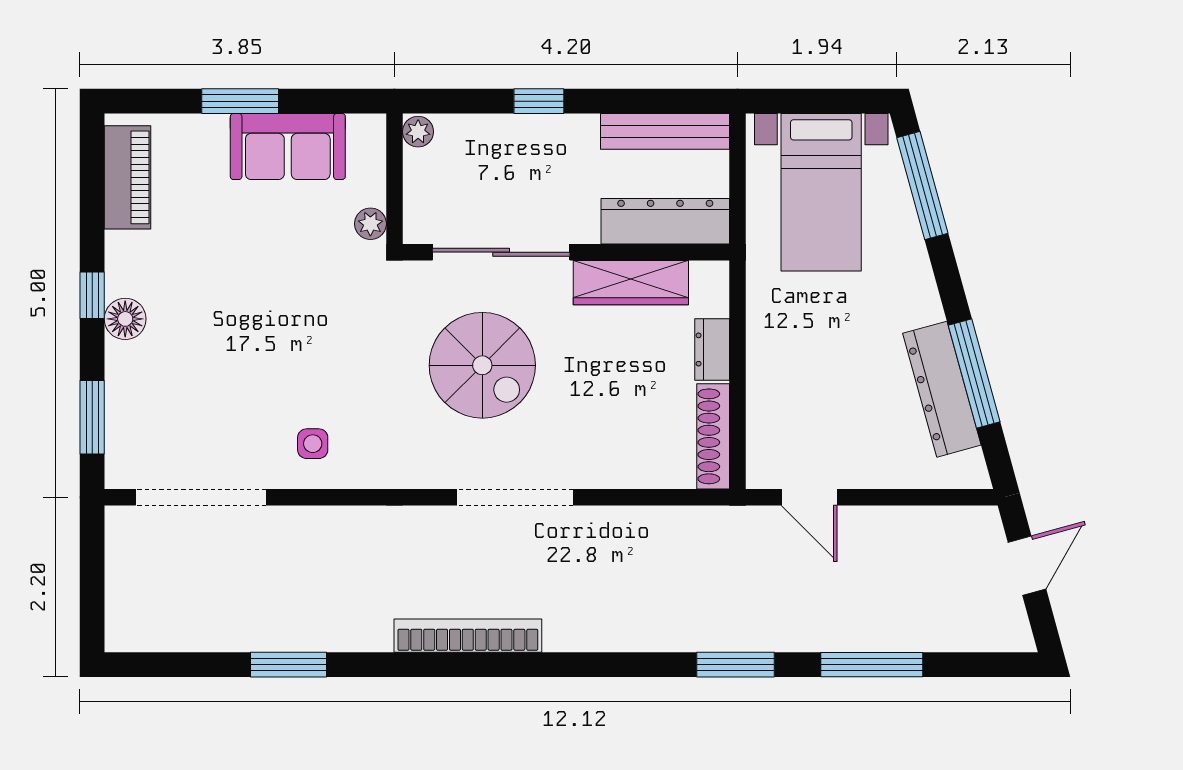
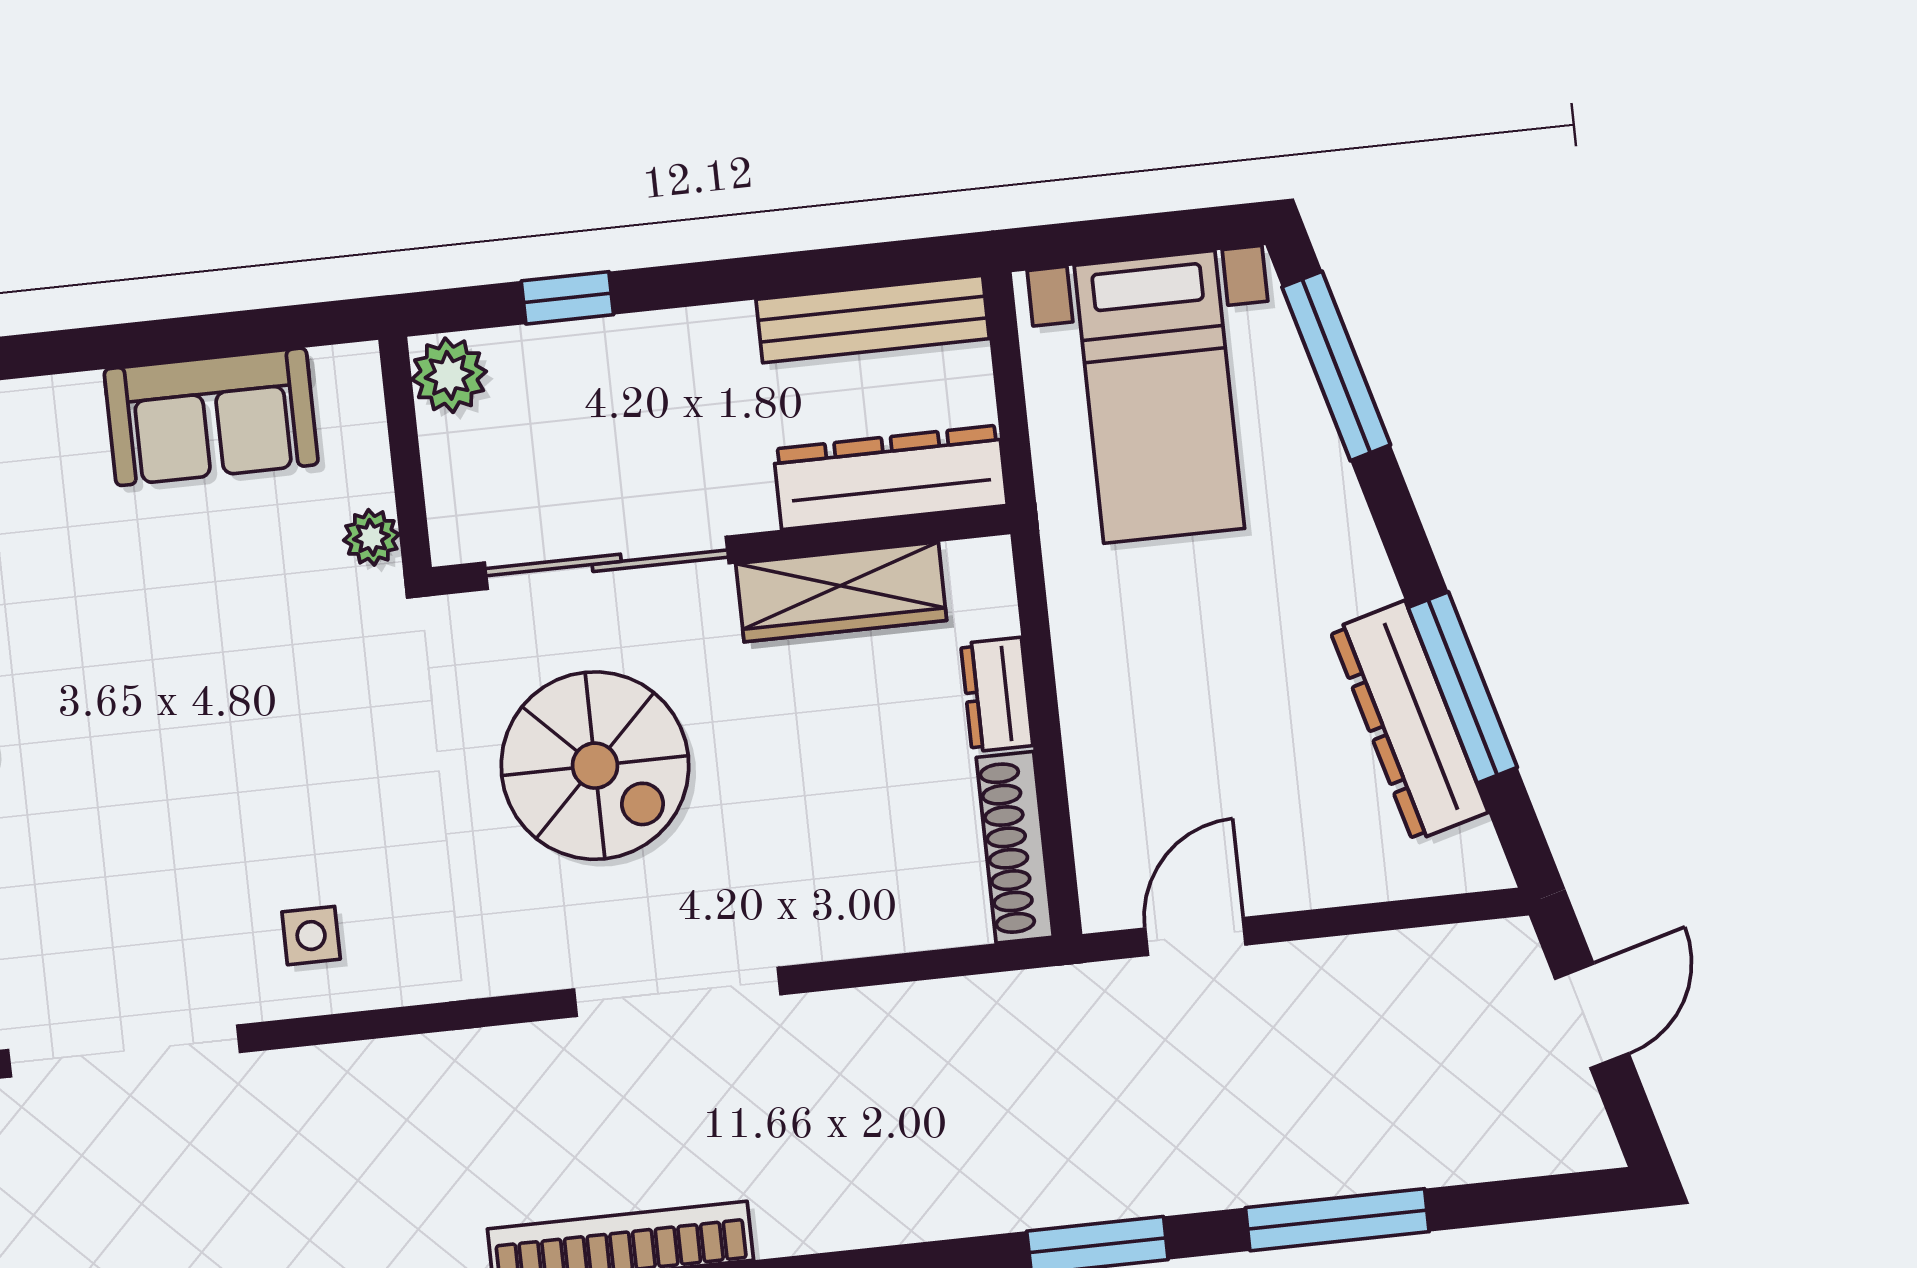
window: (240, 101) -> (119, 346), removed
window: (539, 101) -> (567, 298), moved
plant: (418, 132) -> (449, 375), width x1.38, depth x1.38
door: (809, 497) -> (1195, 936), swing flipped

